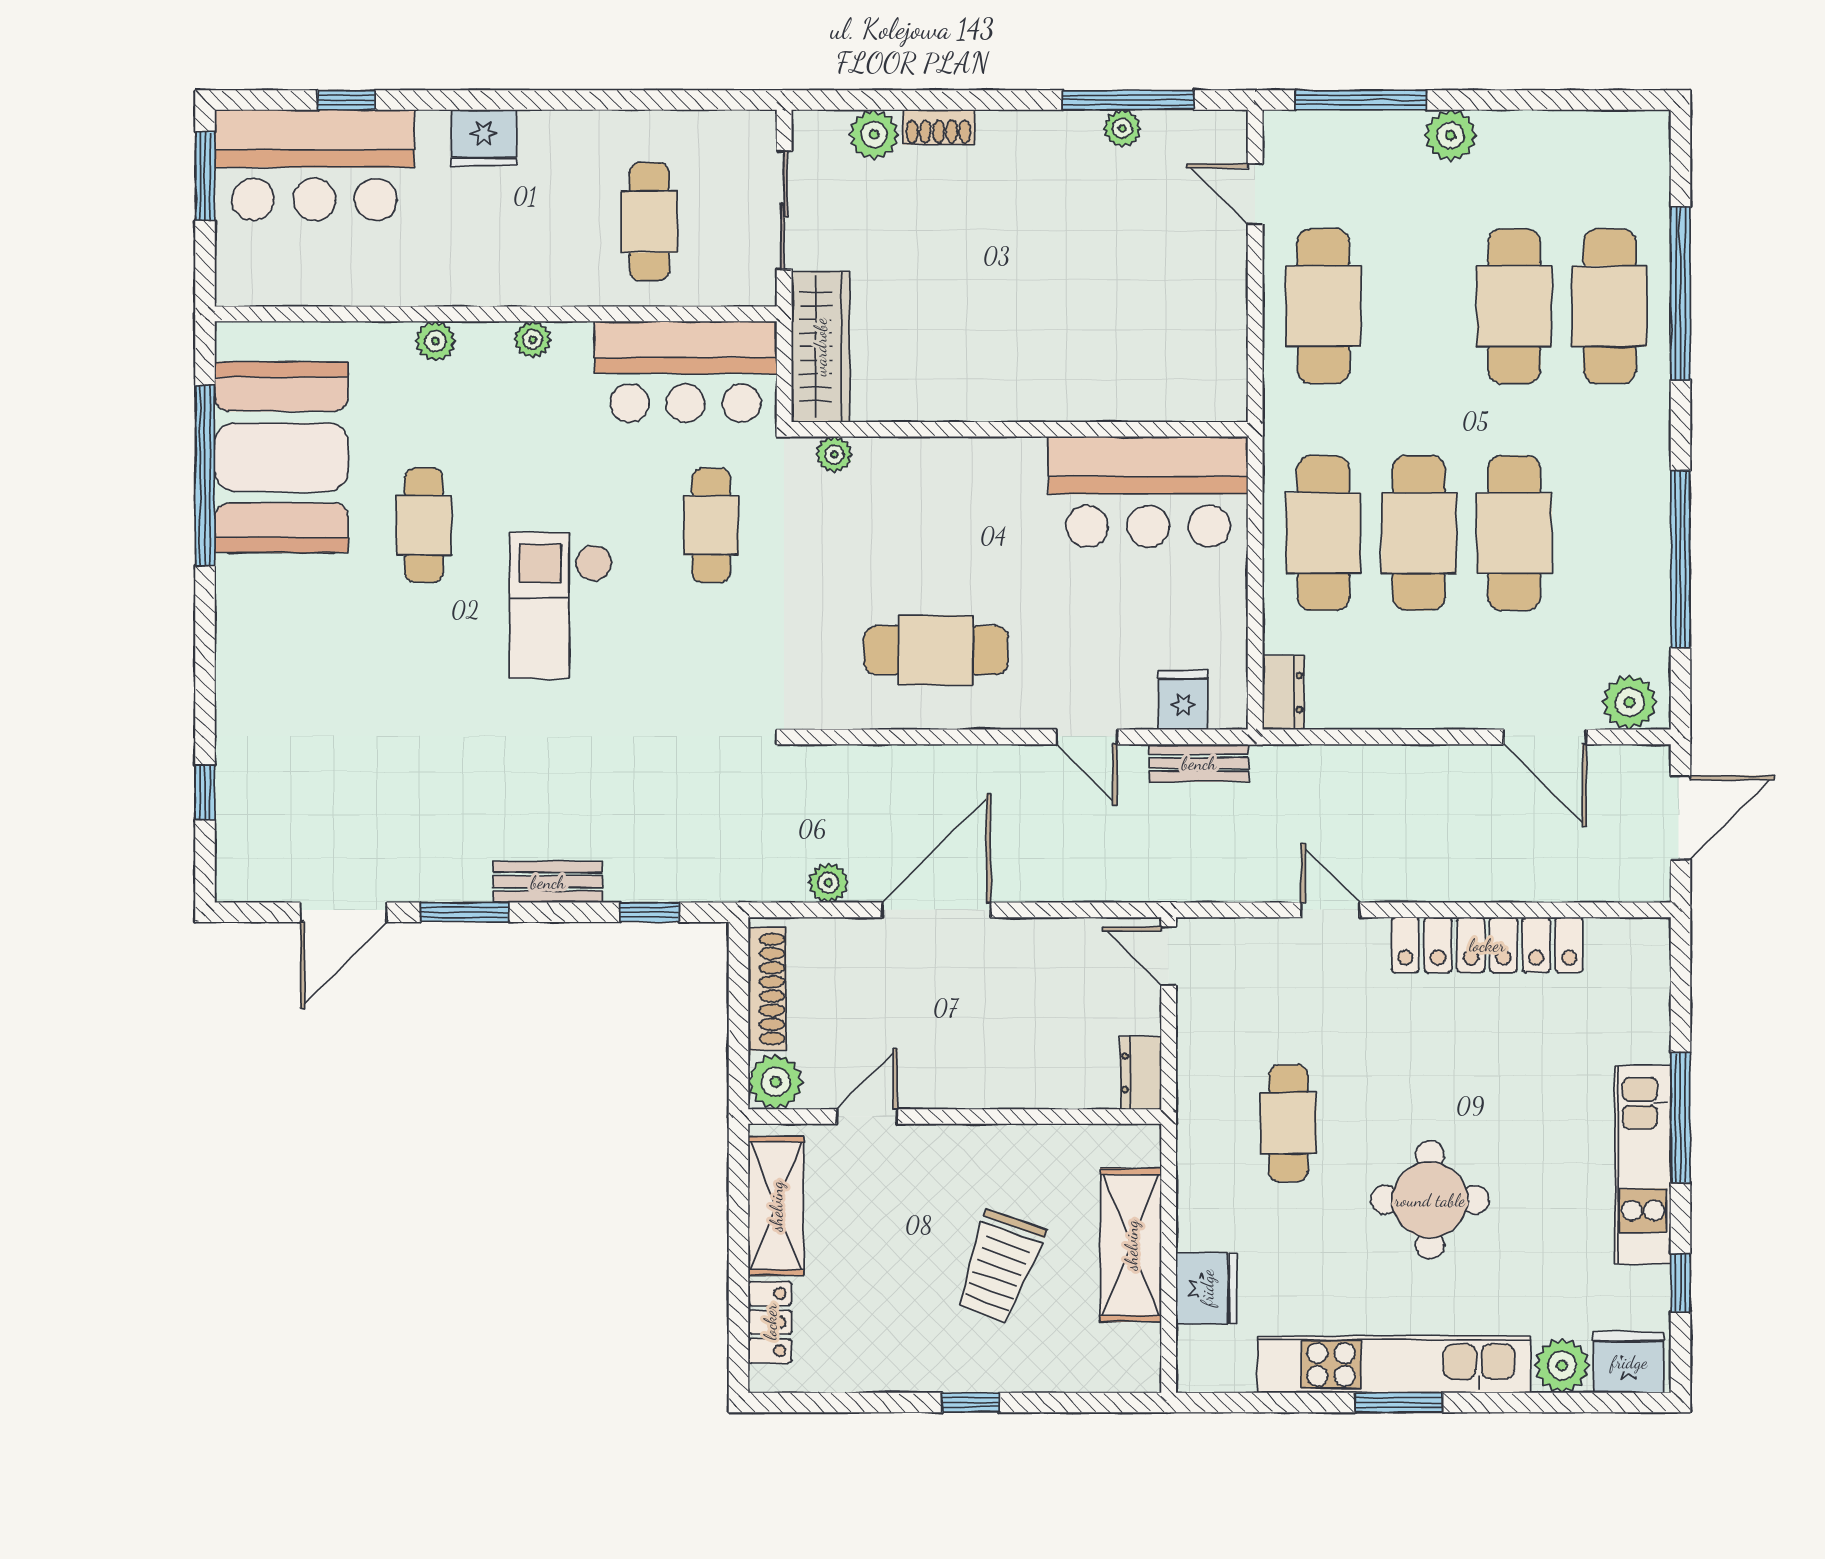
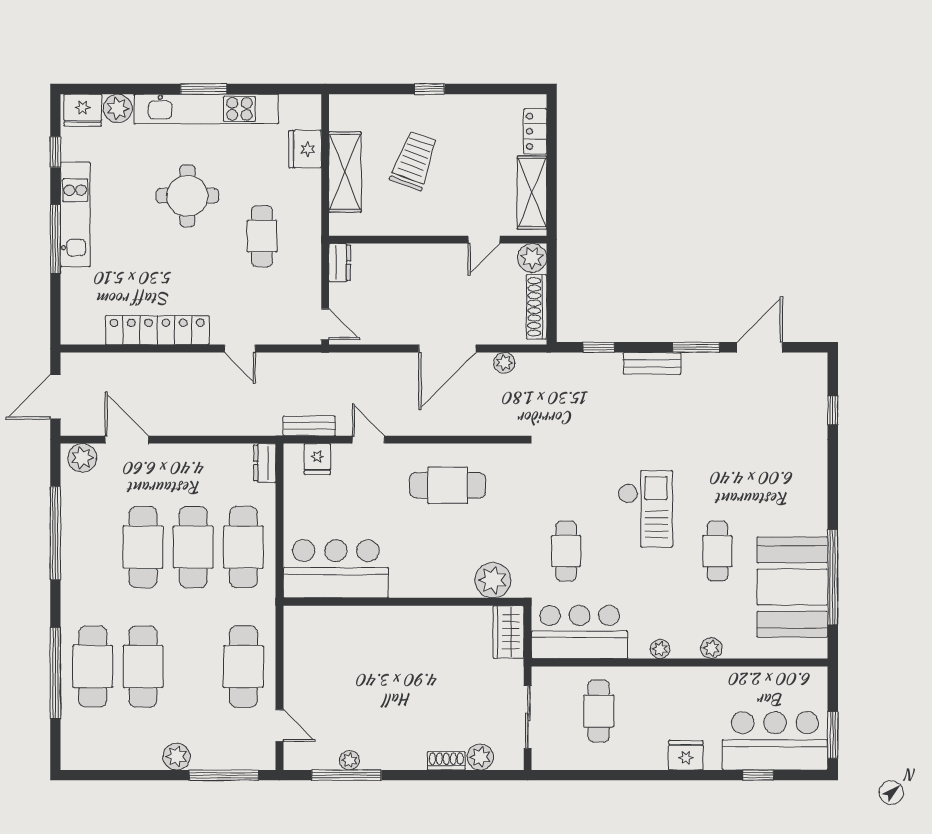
wardrobe: (820, 347) -> (508, 632), width x0.67
plant: (834, 455) -> (493, 580), width x1.87, depth x1.87

